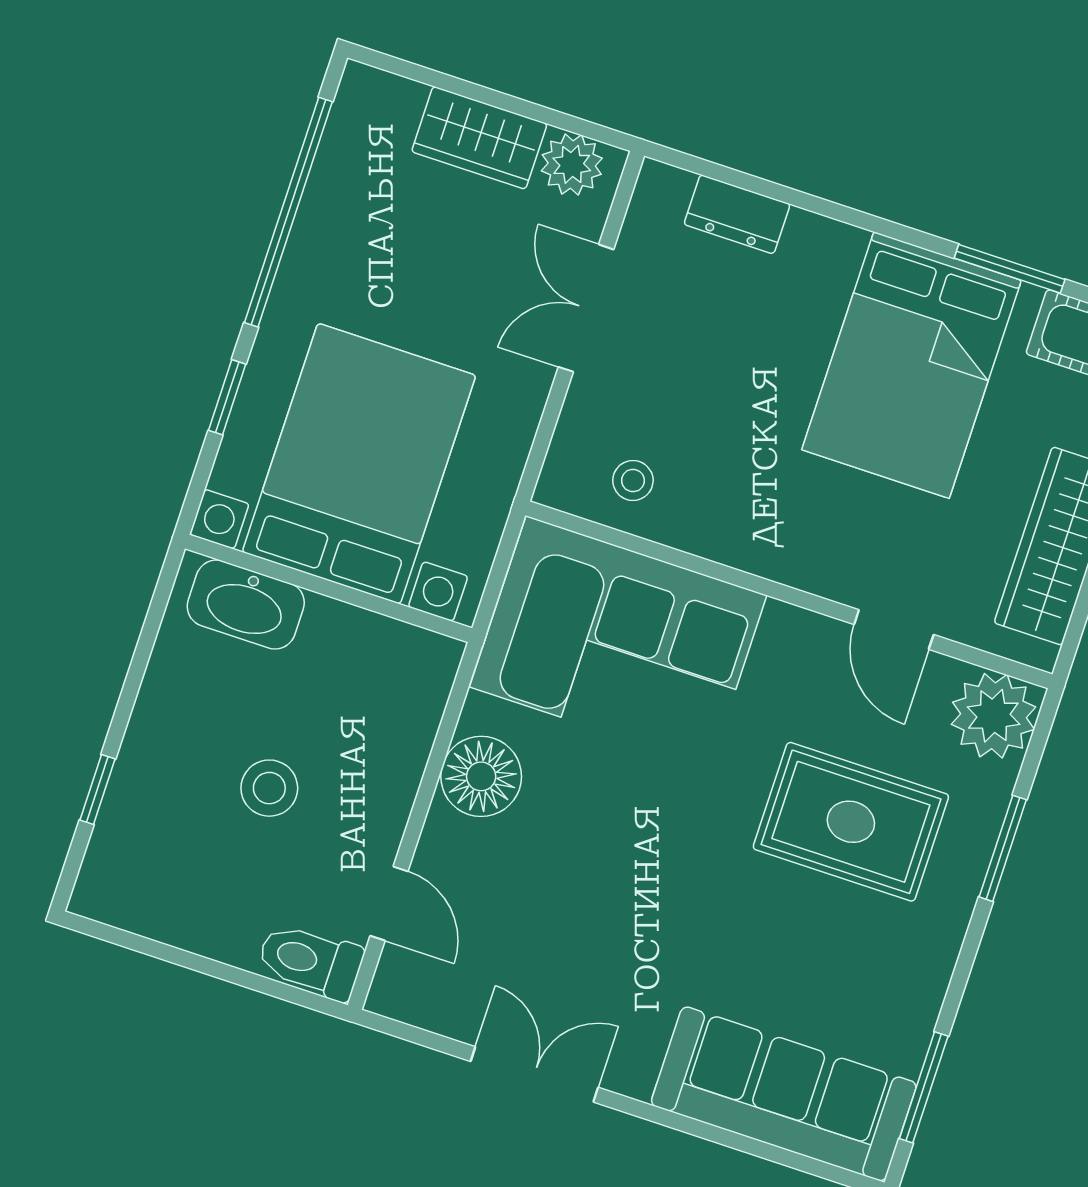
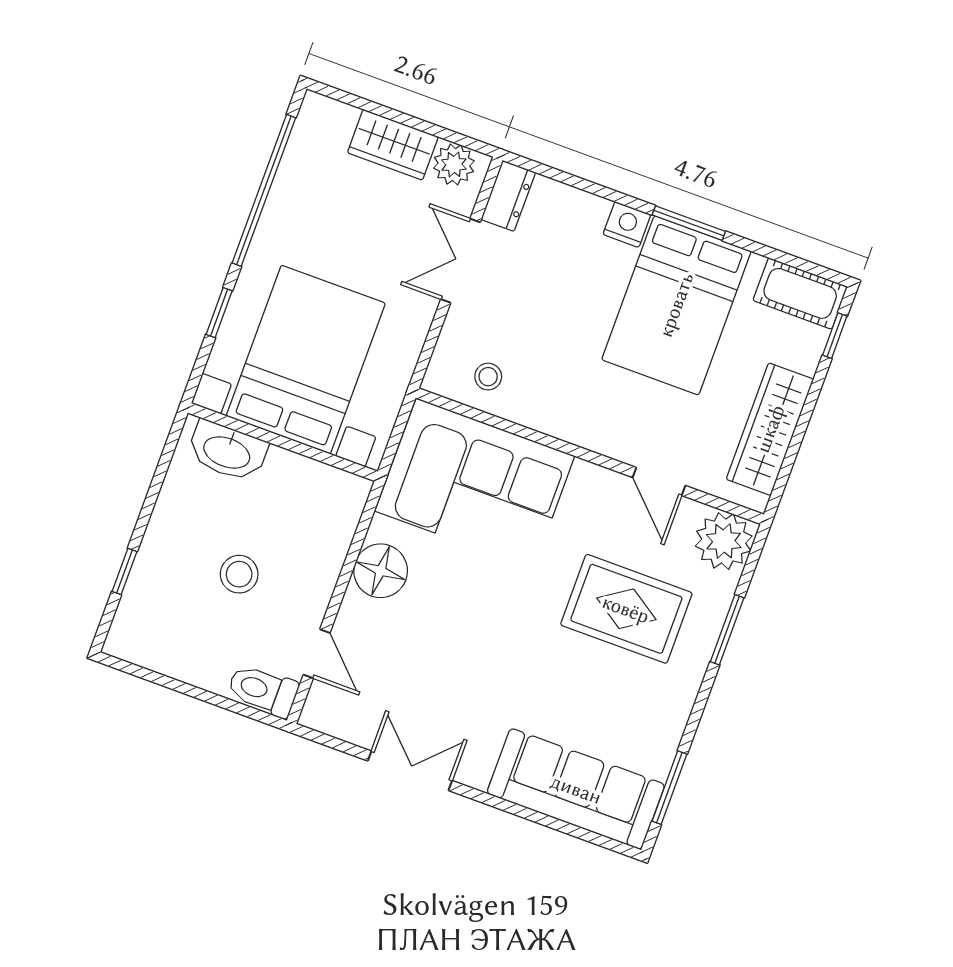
dresser: (737, 214) -> (508, 196), moved, turned -90
nightstand: (834, 246) -> (627, 224), added
window: (1010, 269) -> (689, 223), moved

